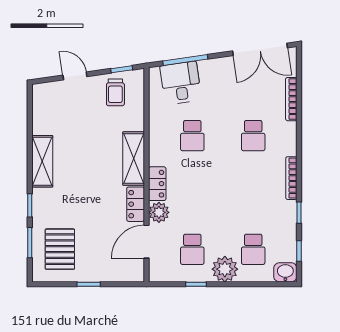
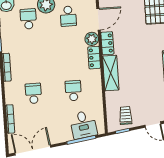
school desk: (192, 249) -> (68, 16), turned 180

